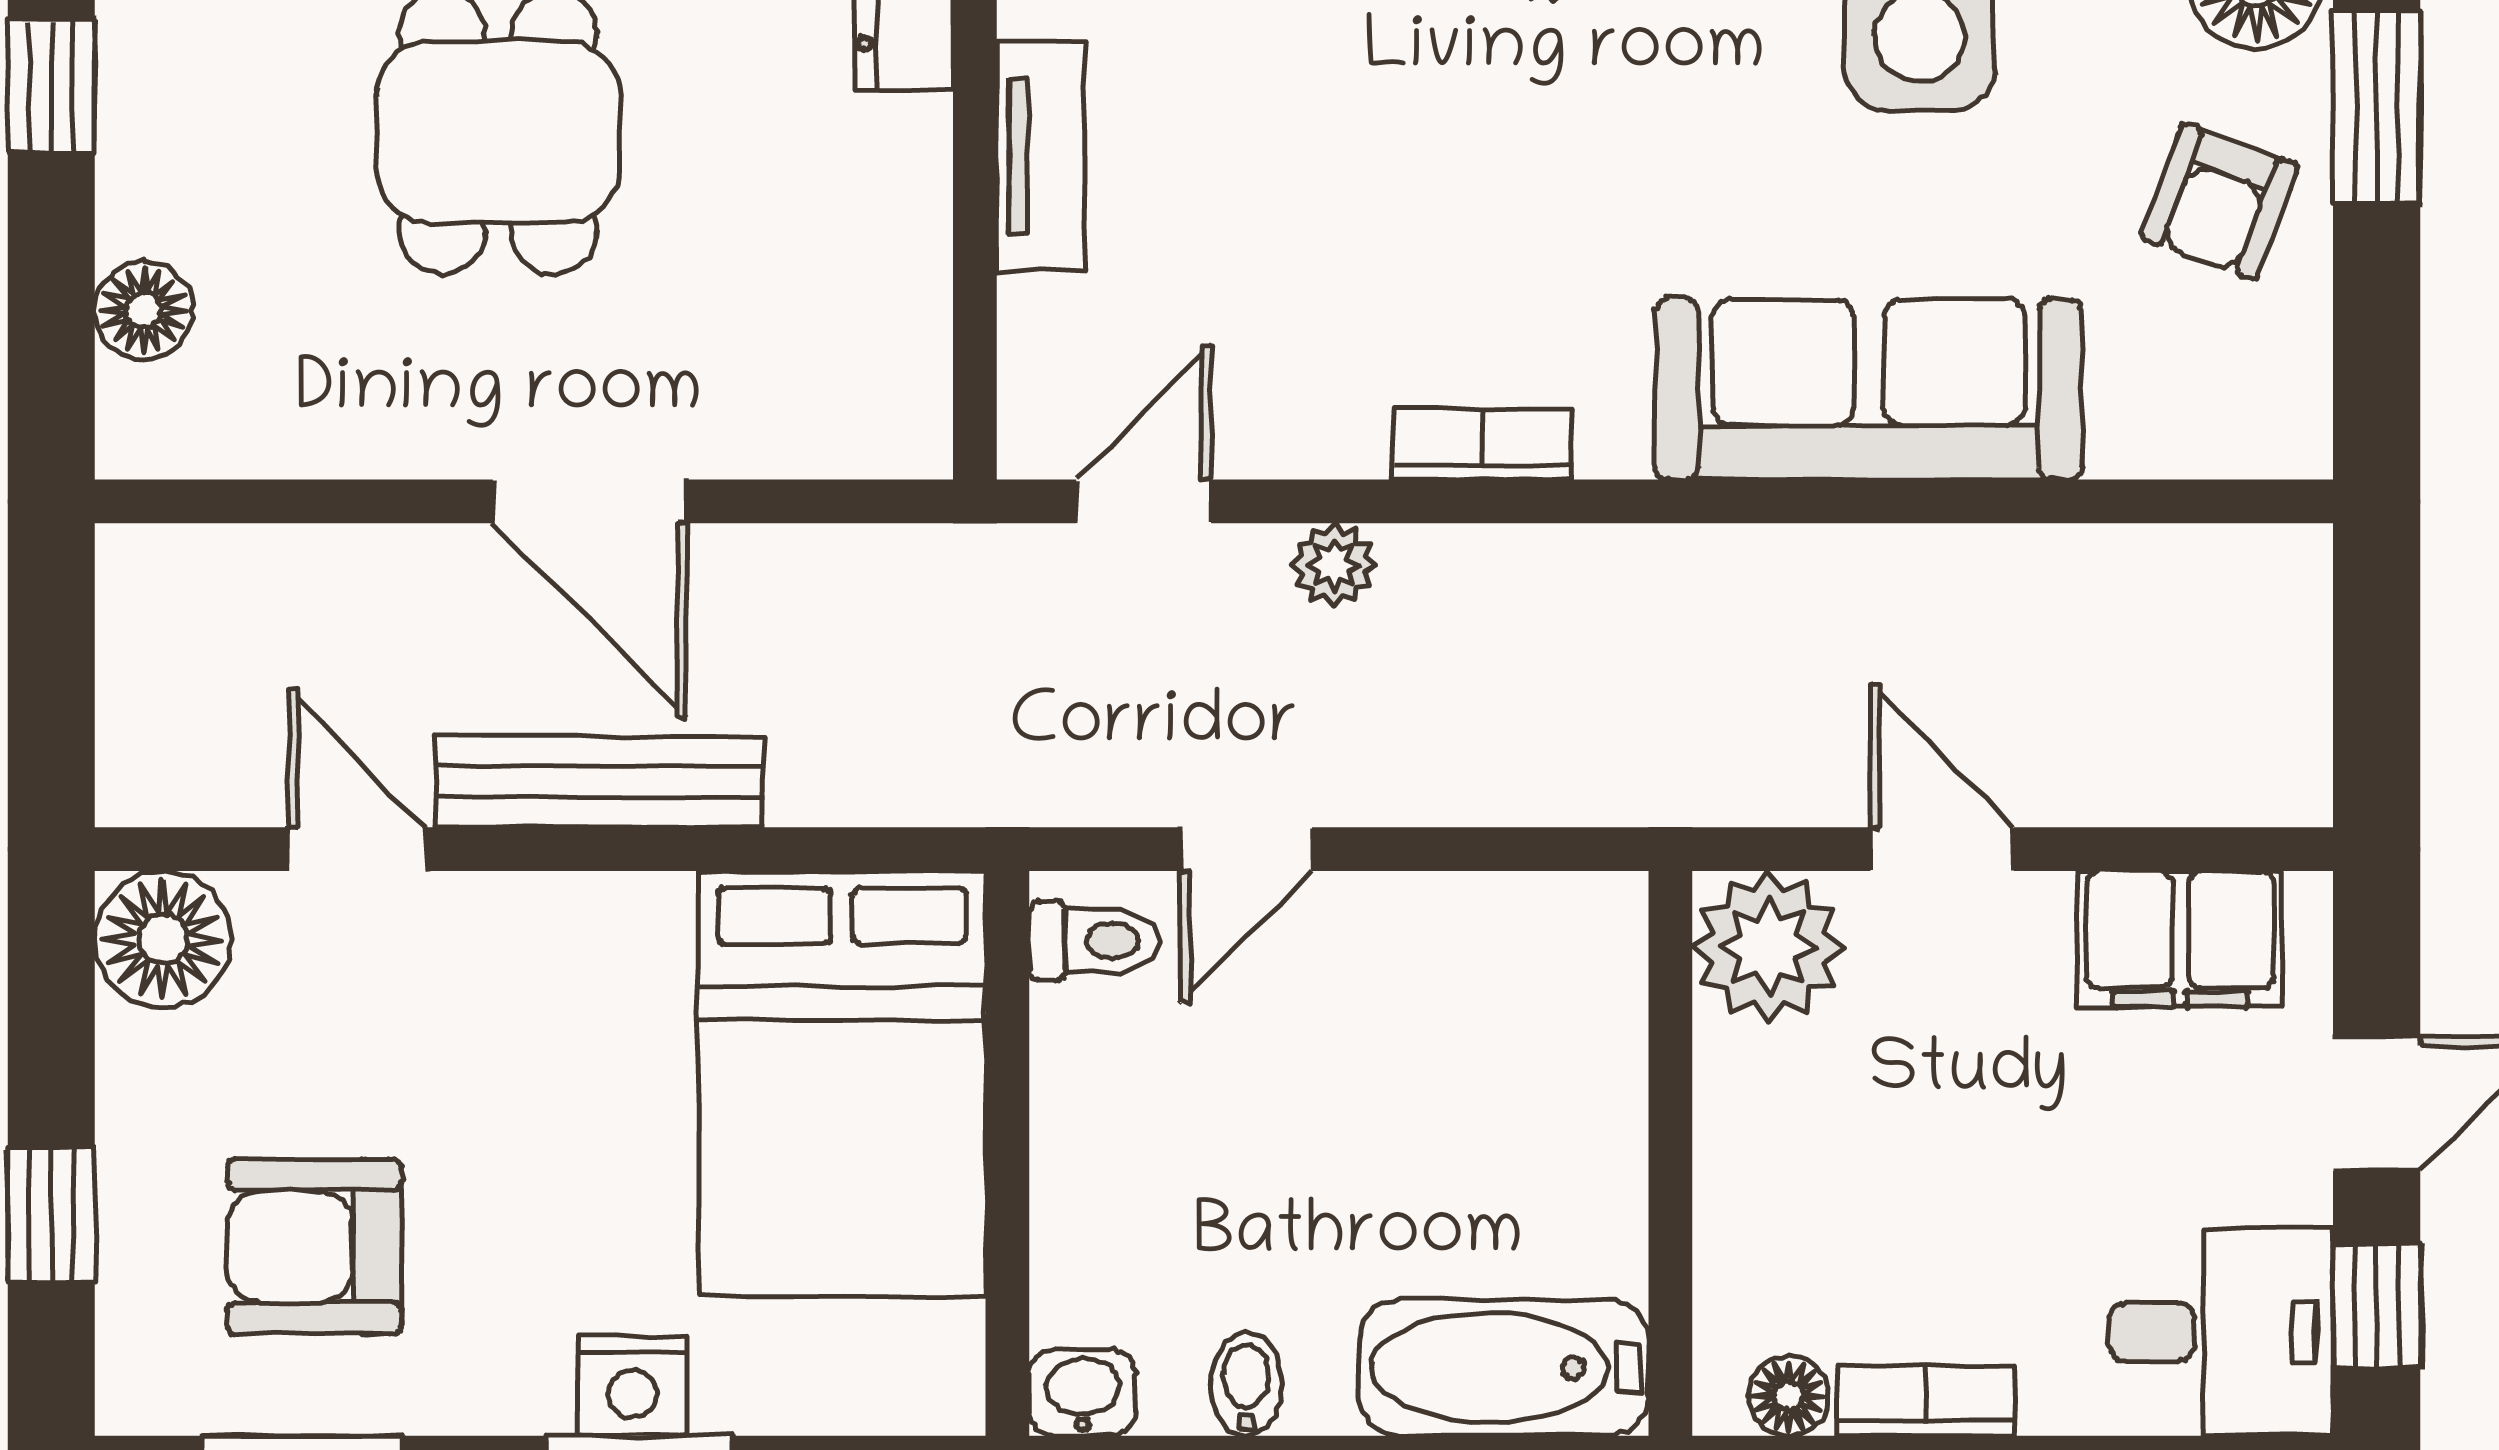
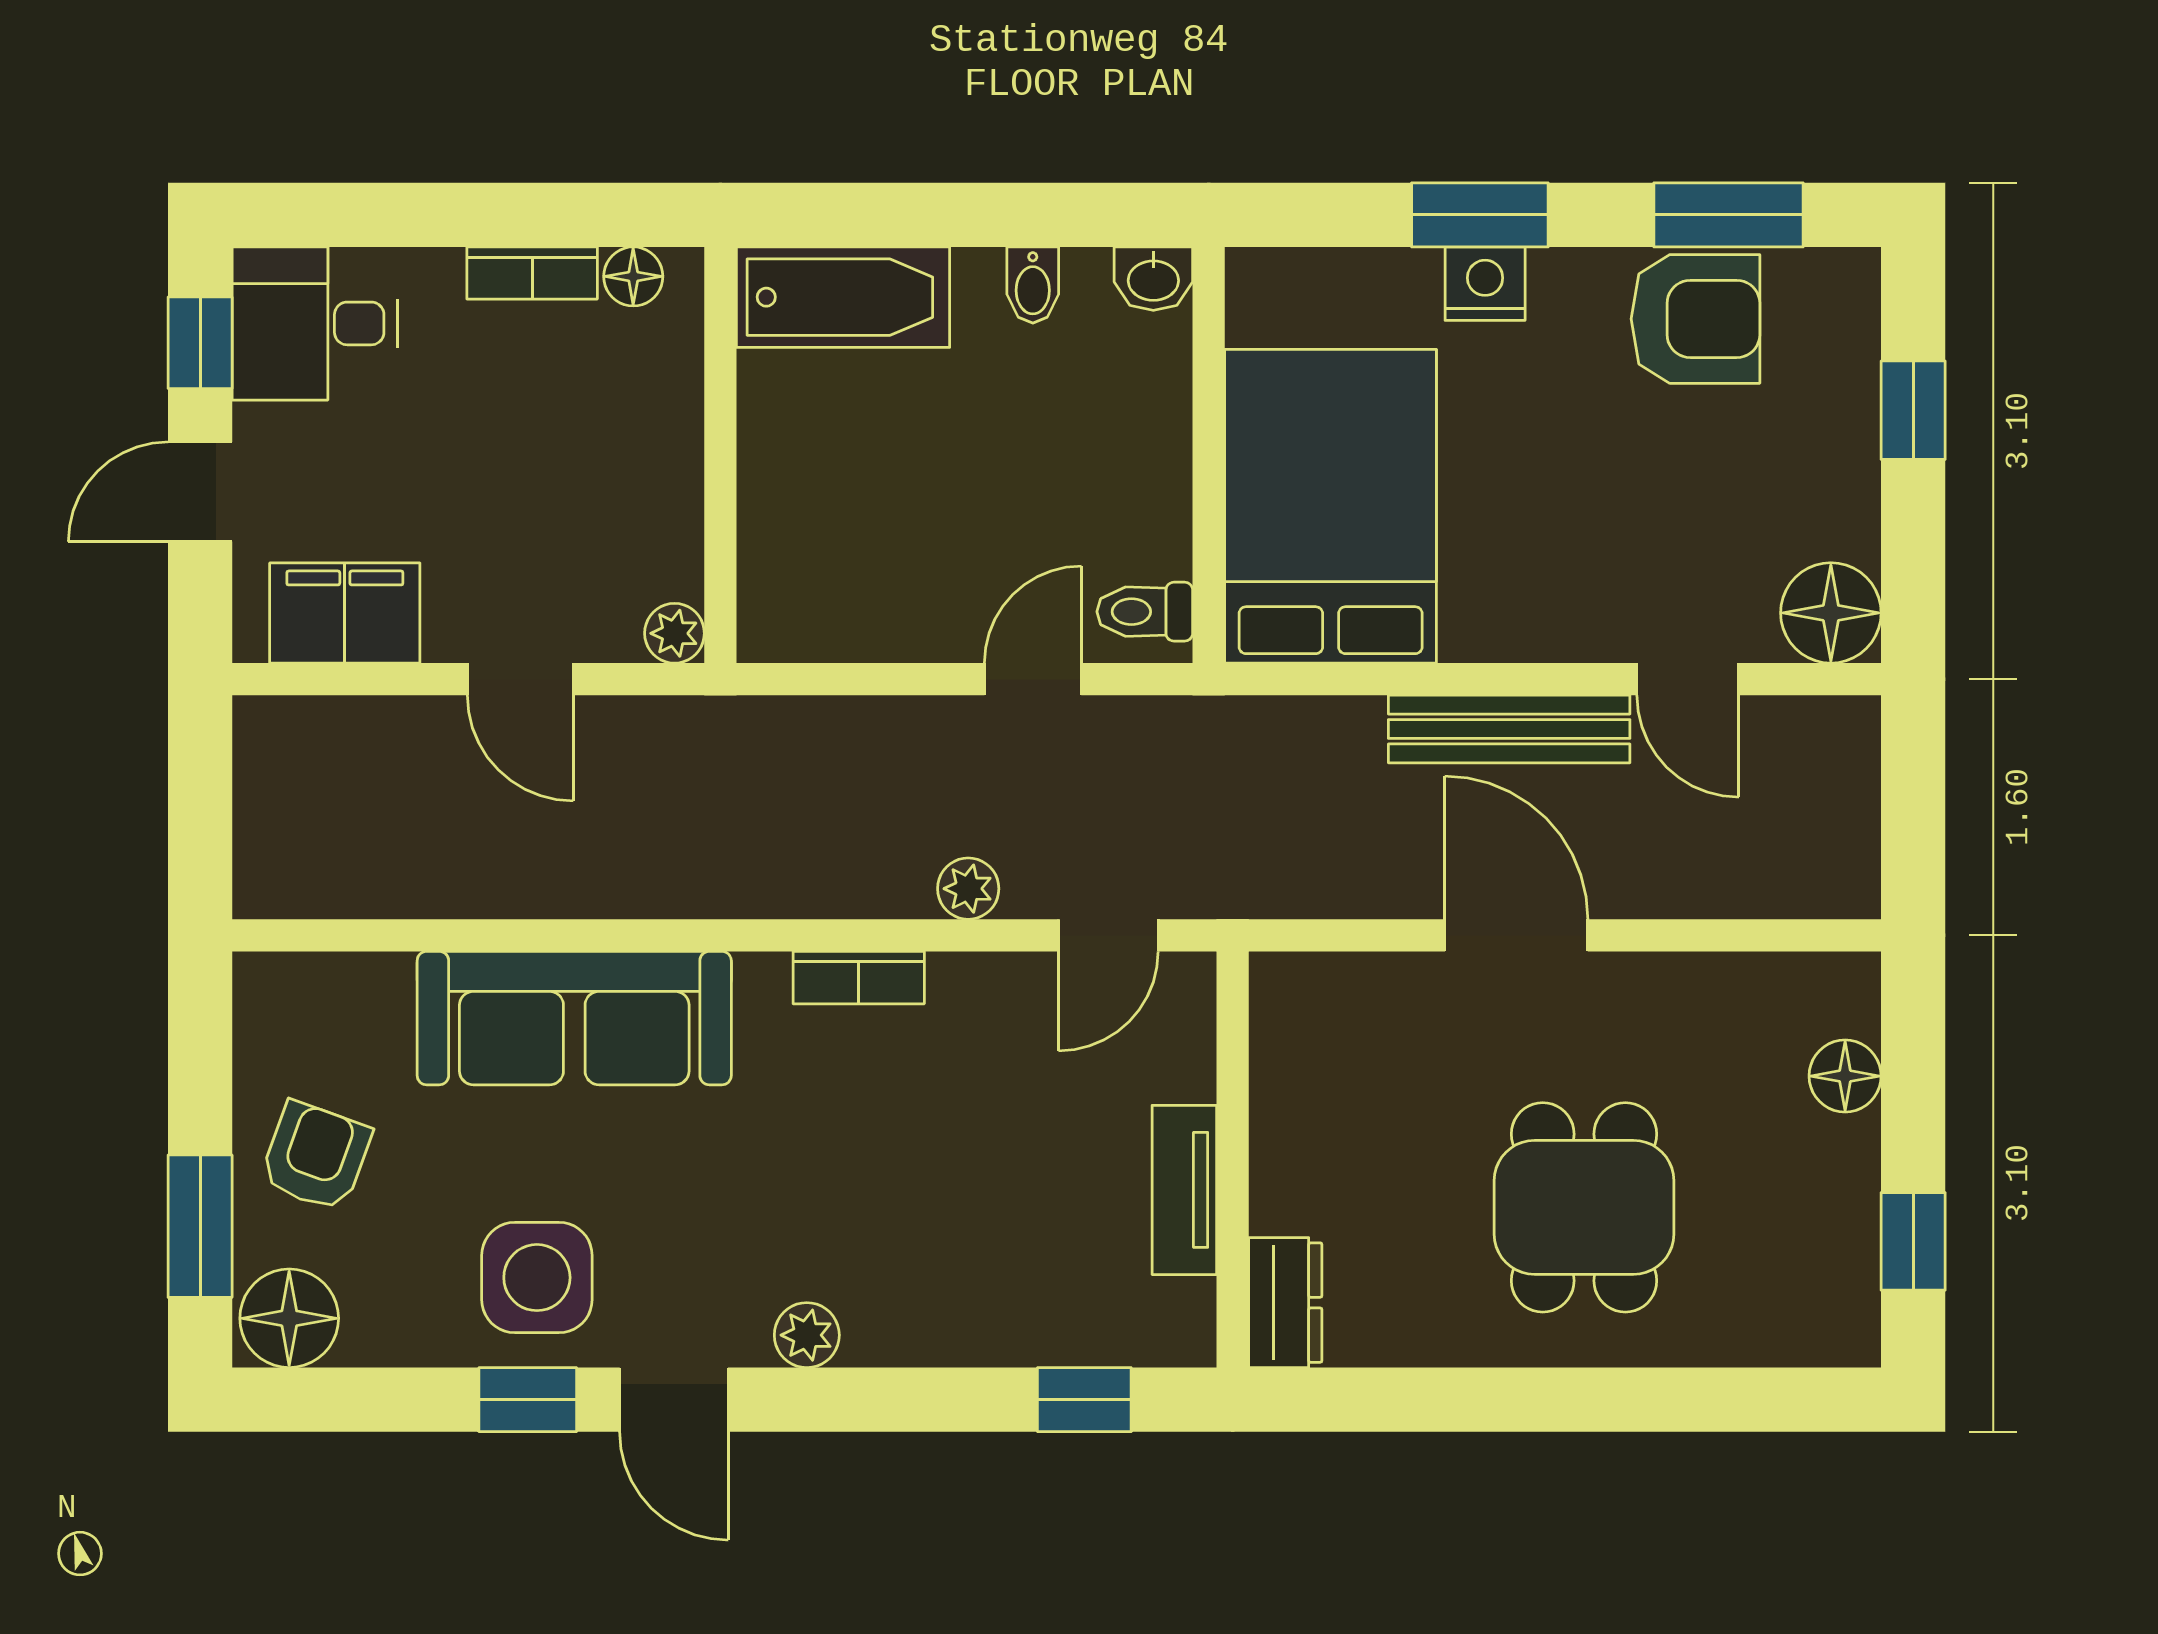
plant: (1768, 947) -> (674, 633), width x0.53, depth x0.53
armchair: (314, 1246) -> (1695, 319), moved

